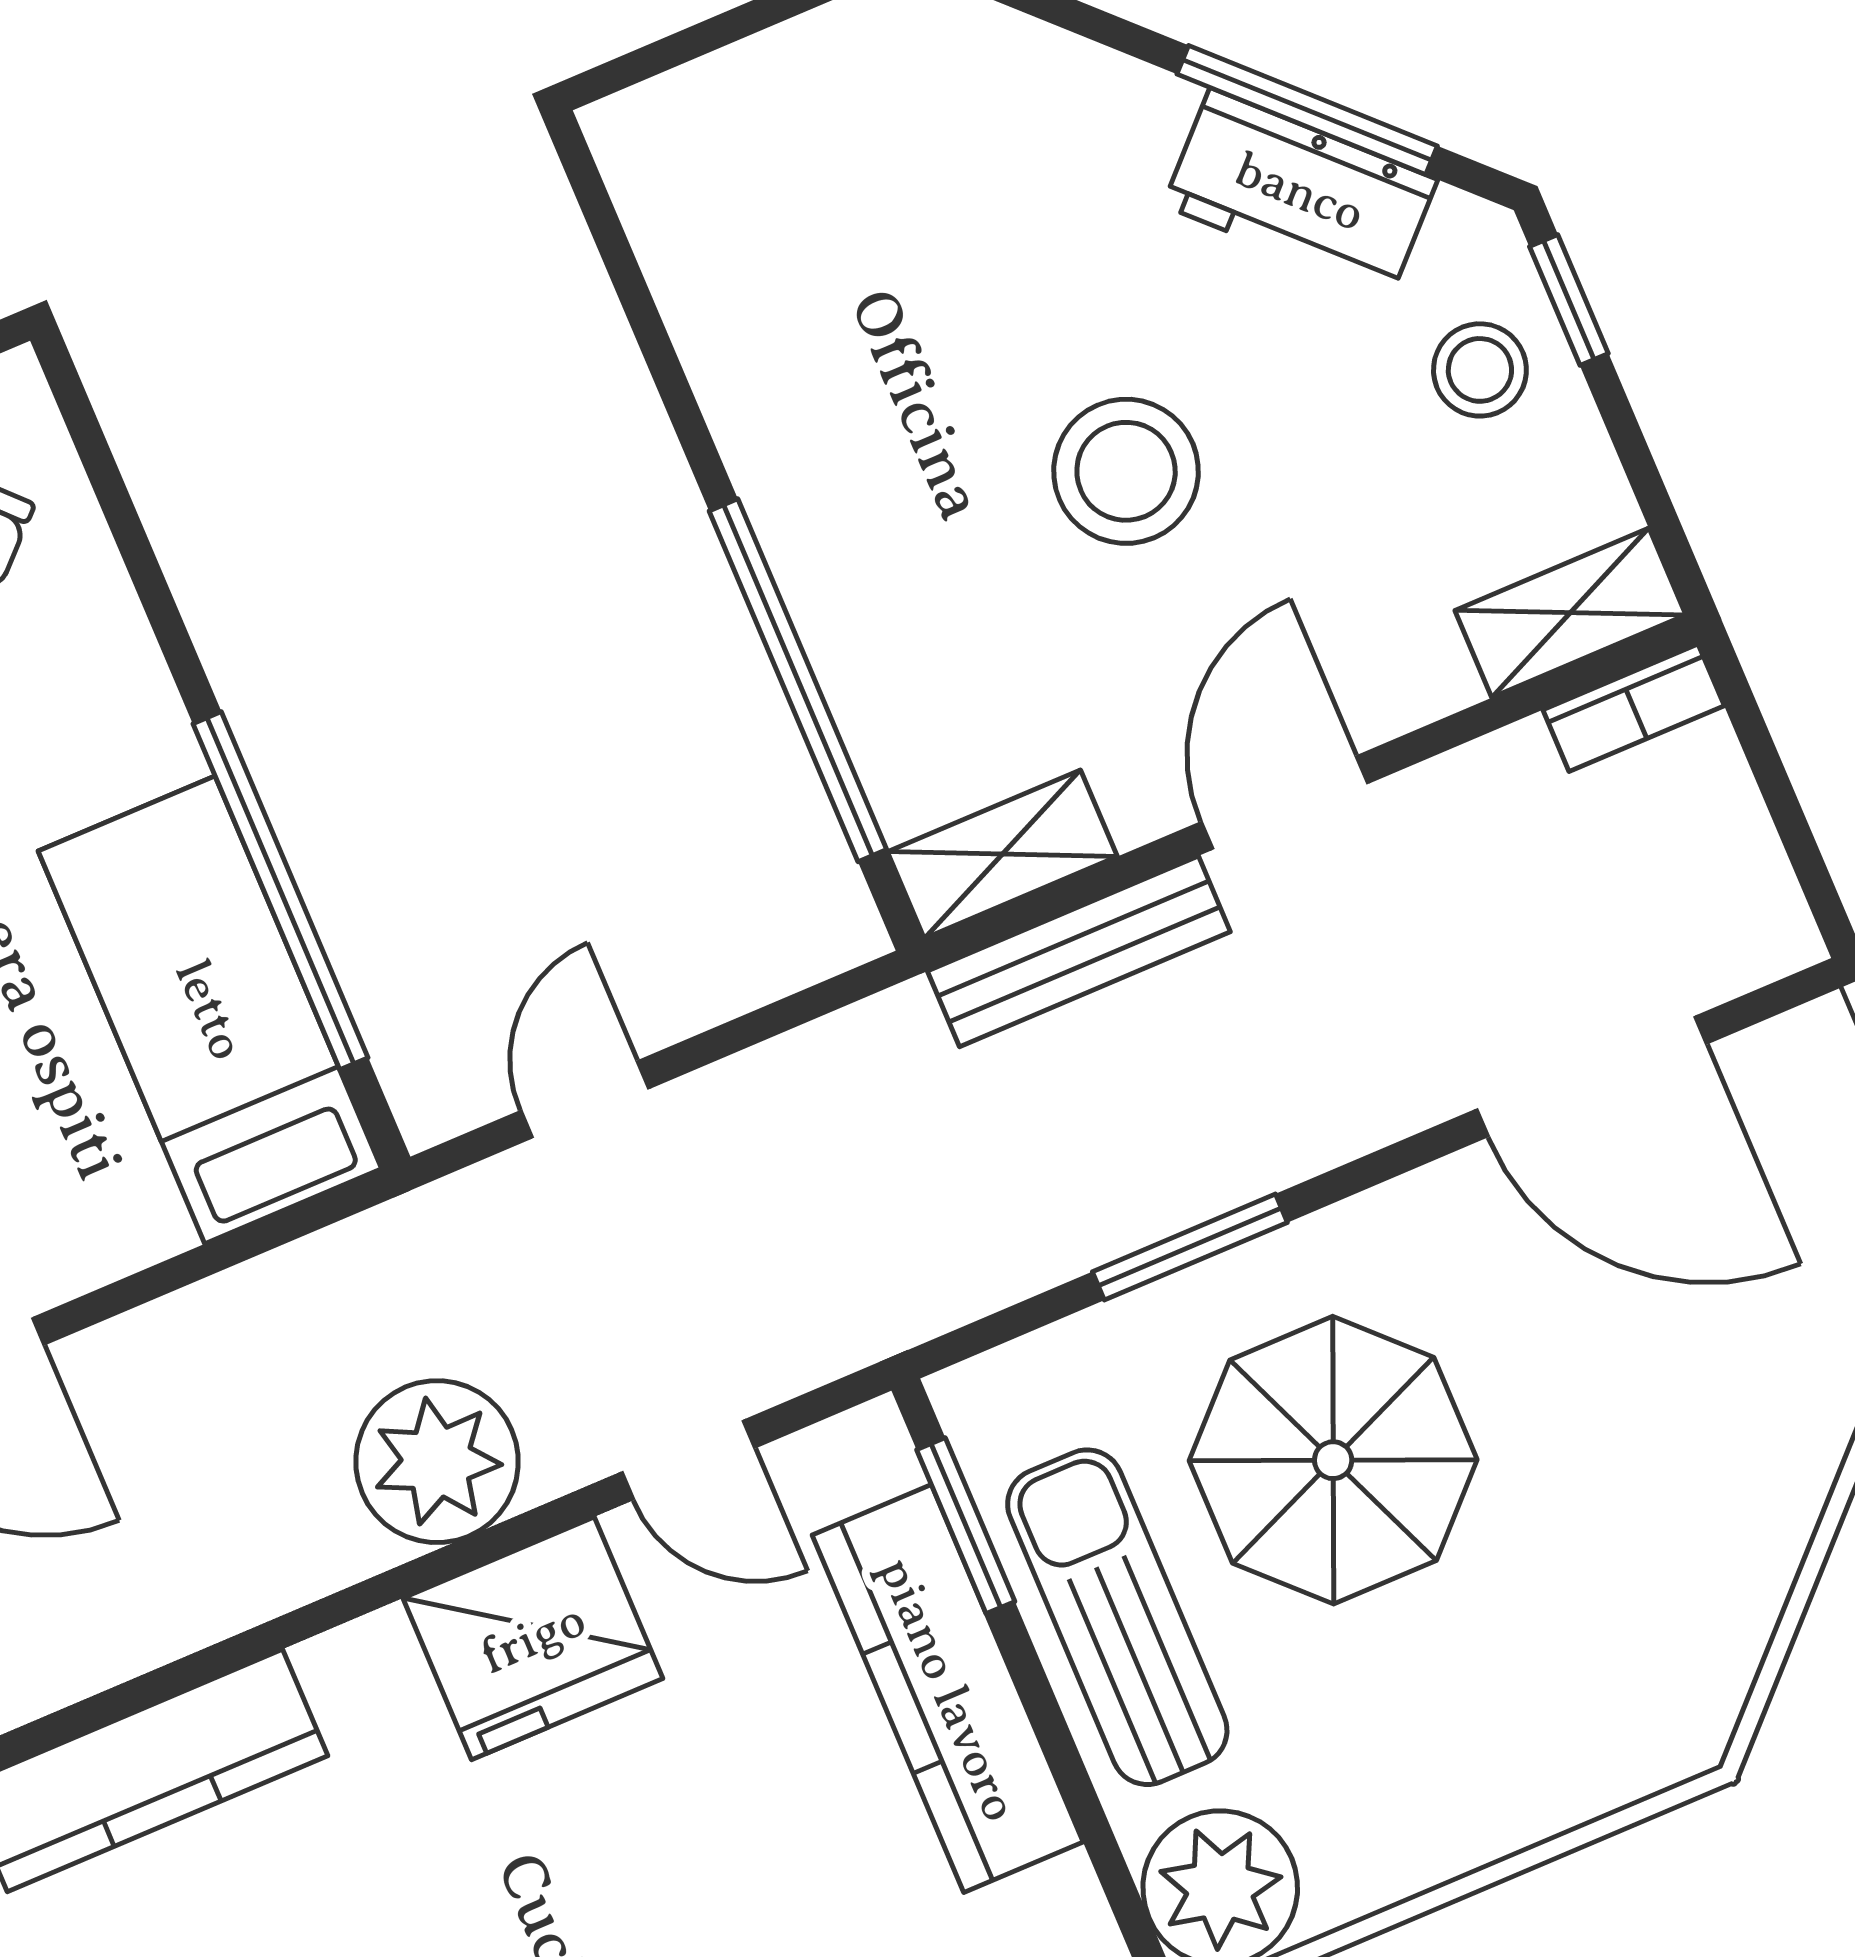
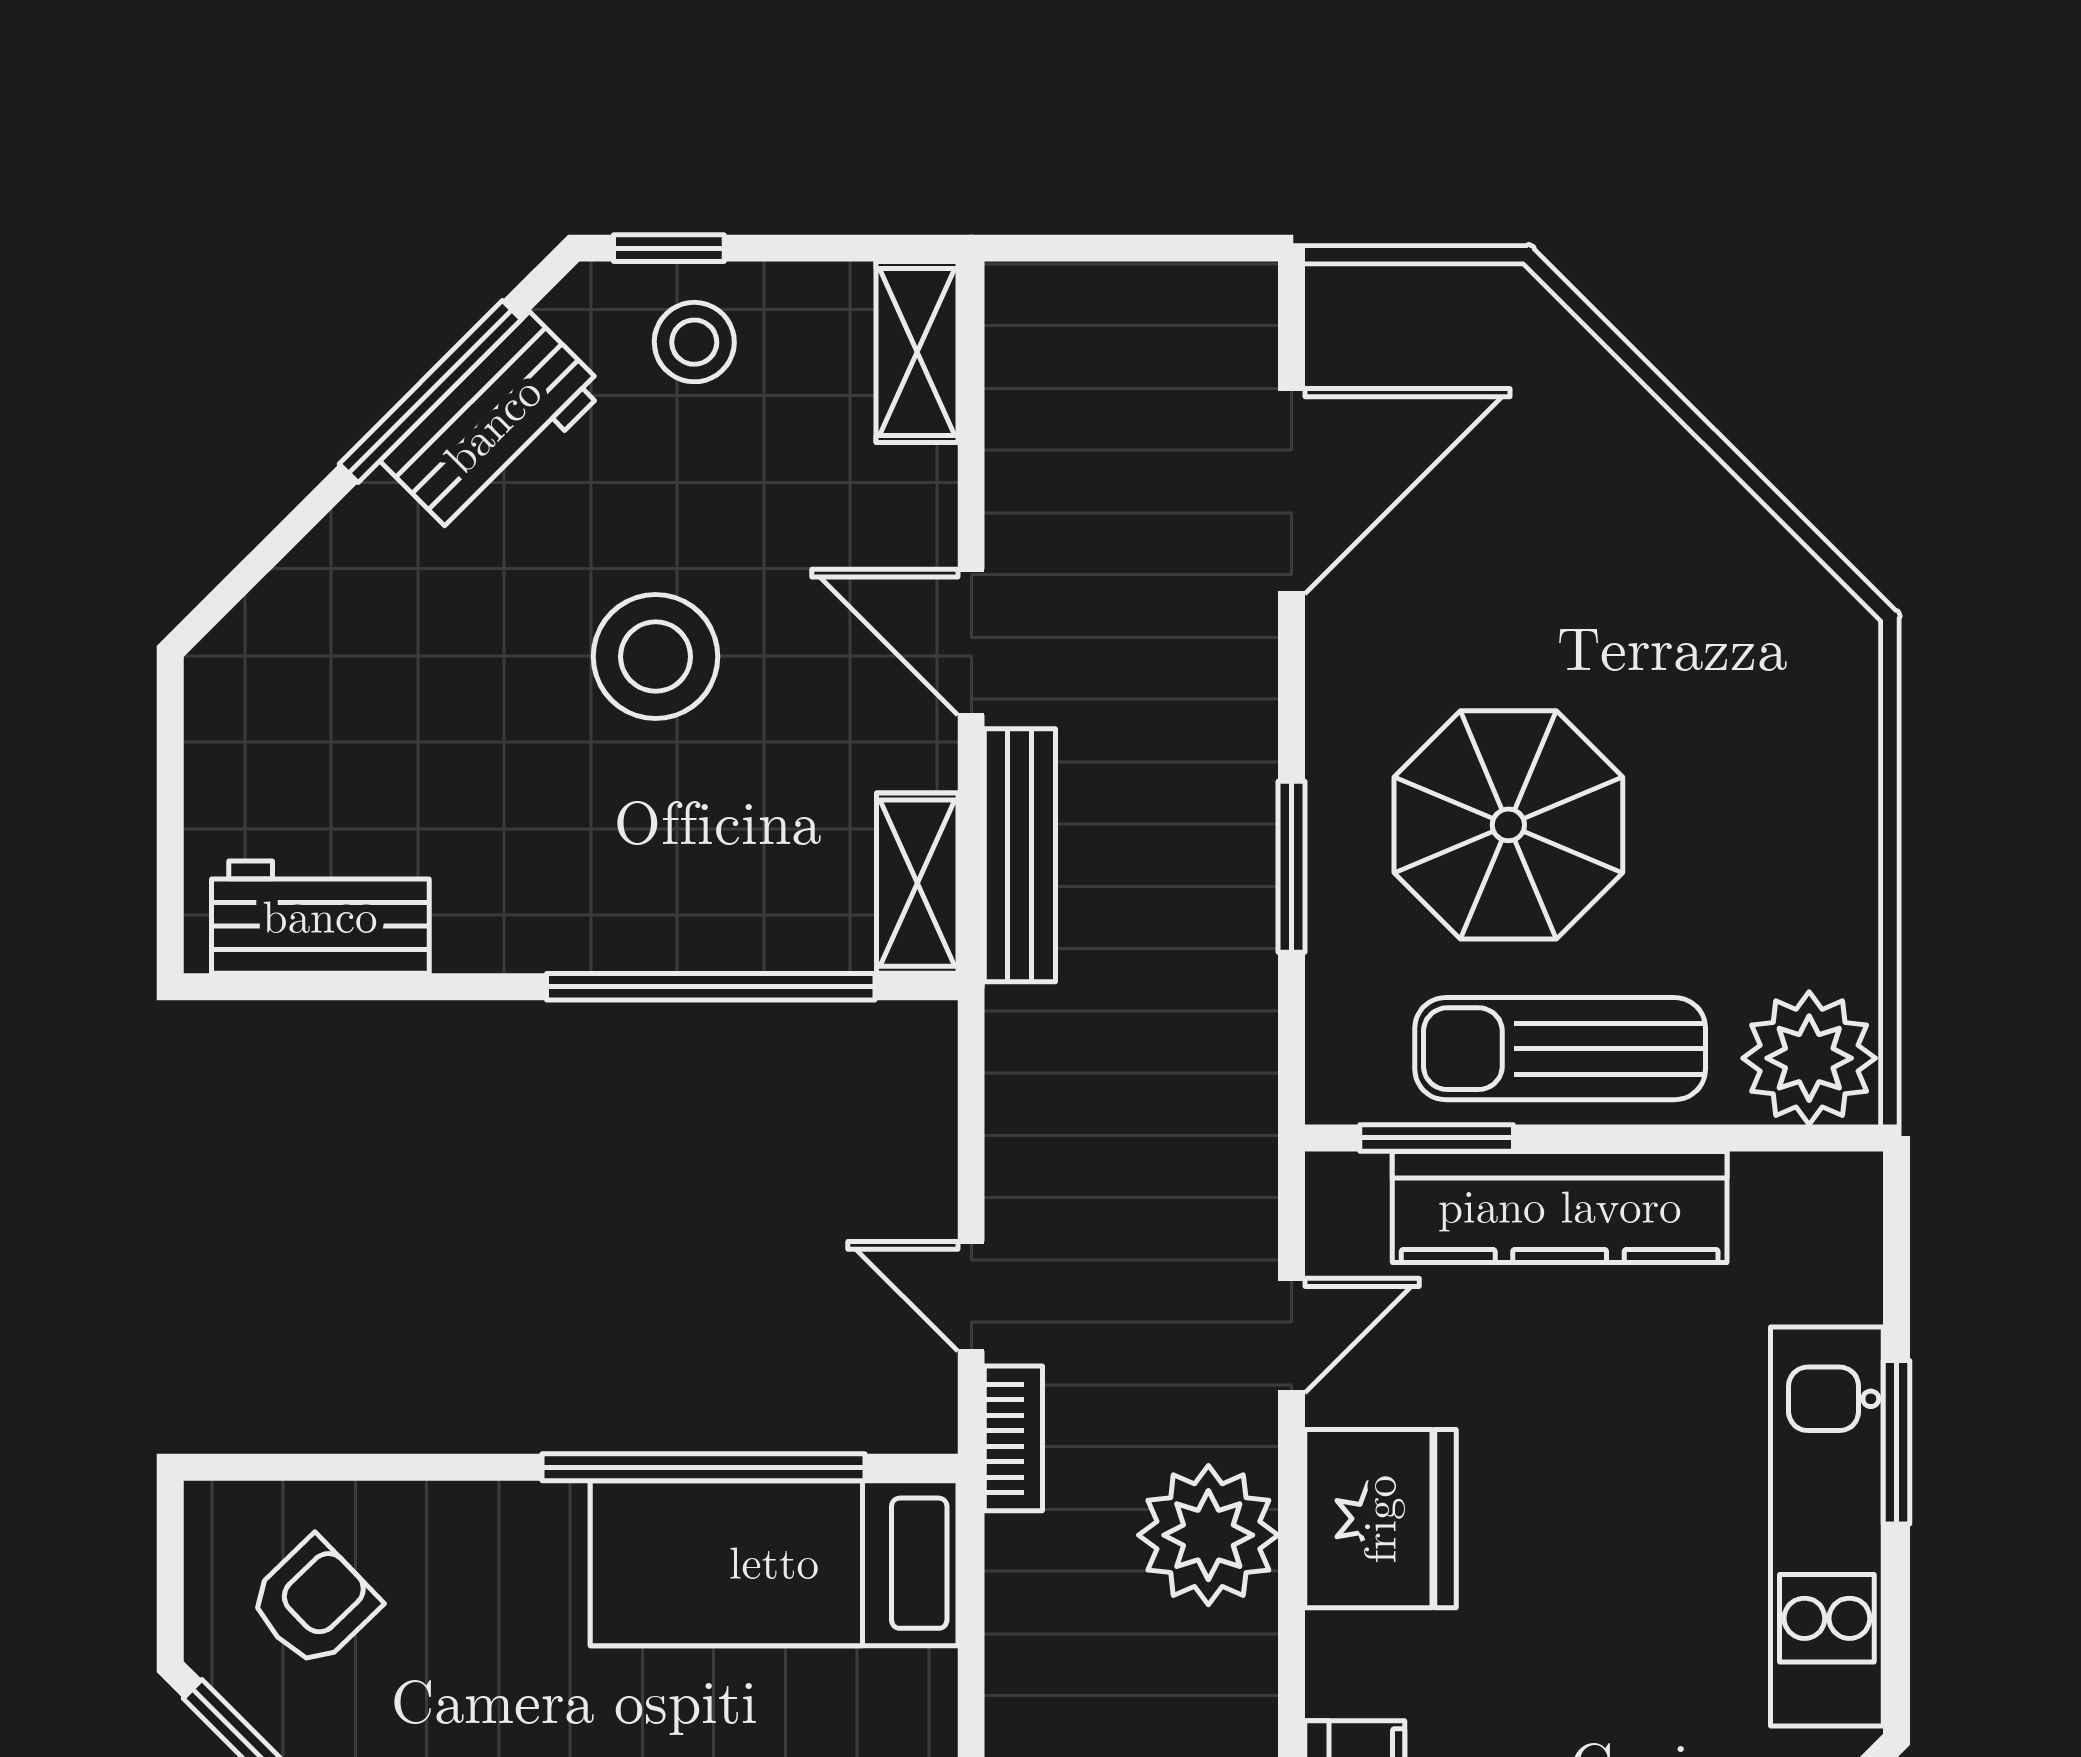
workbench: (695, 231) -> (320, 917), added
bookcase: (1634, 708) -> (1013, 1438), moved

